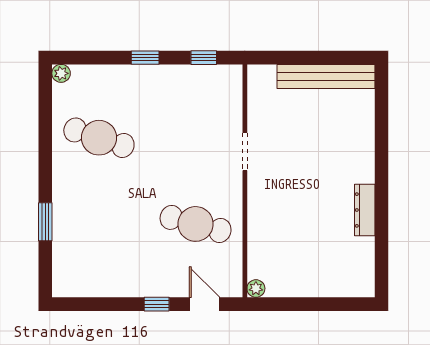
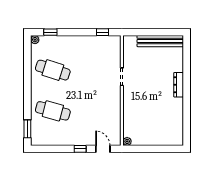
window: (145, 58) -> (50, 32), moved
dresser: (365, 210) -> (179, 85), moved
window: (45, 222) -> (27, 129), moved
cafe table: (196, 224) -> (53, 111), moved

